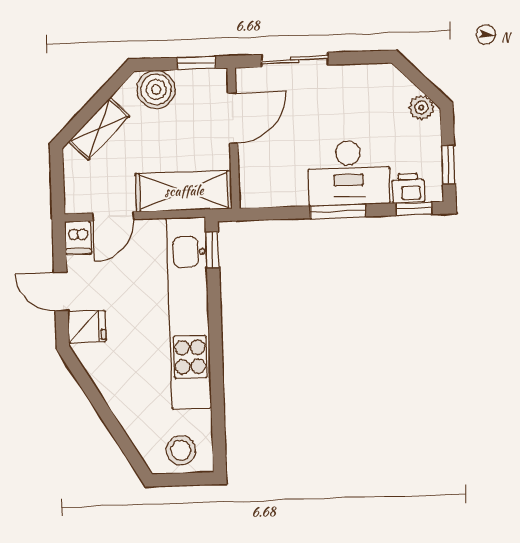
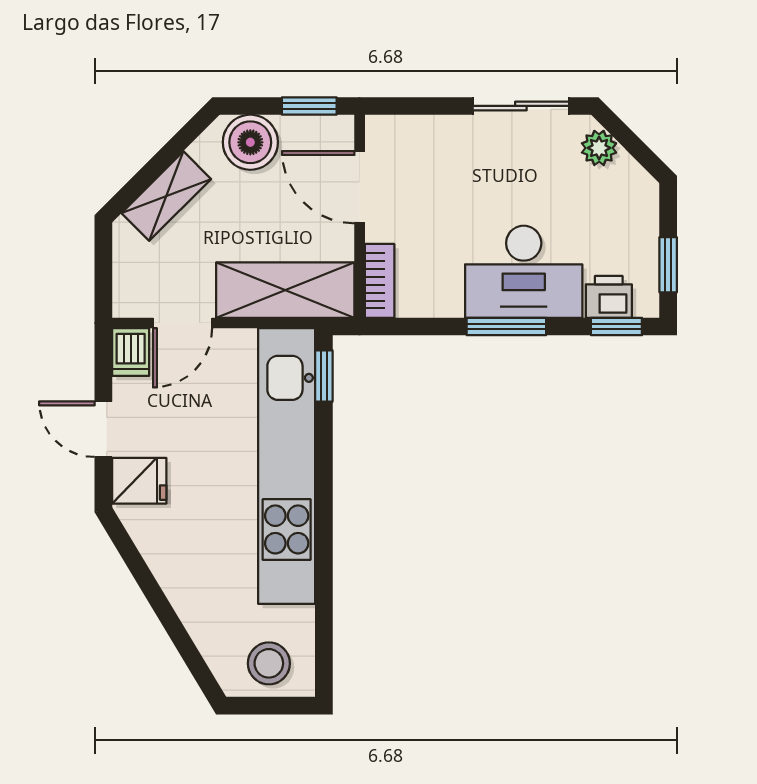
sliding door: (295, 60) -> (521, 106), moved
plant: (421, 108) -> (599, 148), moved
door: (233, 118) -> (360, 187), swing flipped
bookcase: (249, 183) -> (380, 281), added

